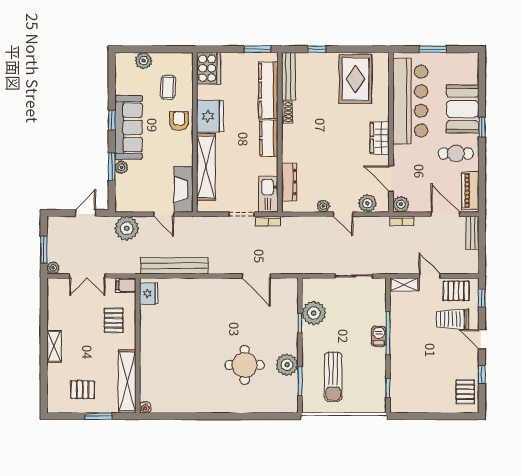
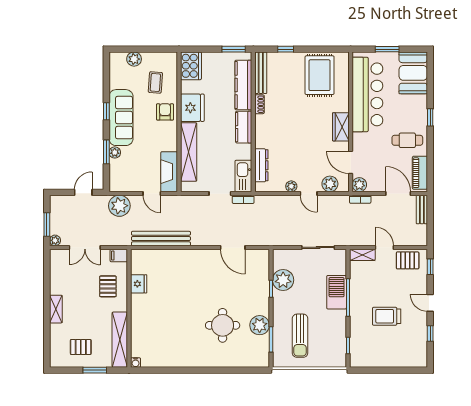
booth: (463, 109) -> (413, 73), moved
fridge: (149, 294) -> (139, 284), moved
trolley: (453, 319) -> (387, 316), moved
barbecue: (379, 336) -> (337, 292), width x1.88, depth x1.53
pallet: (465, 392) -> (416, 349), removed

